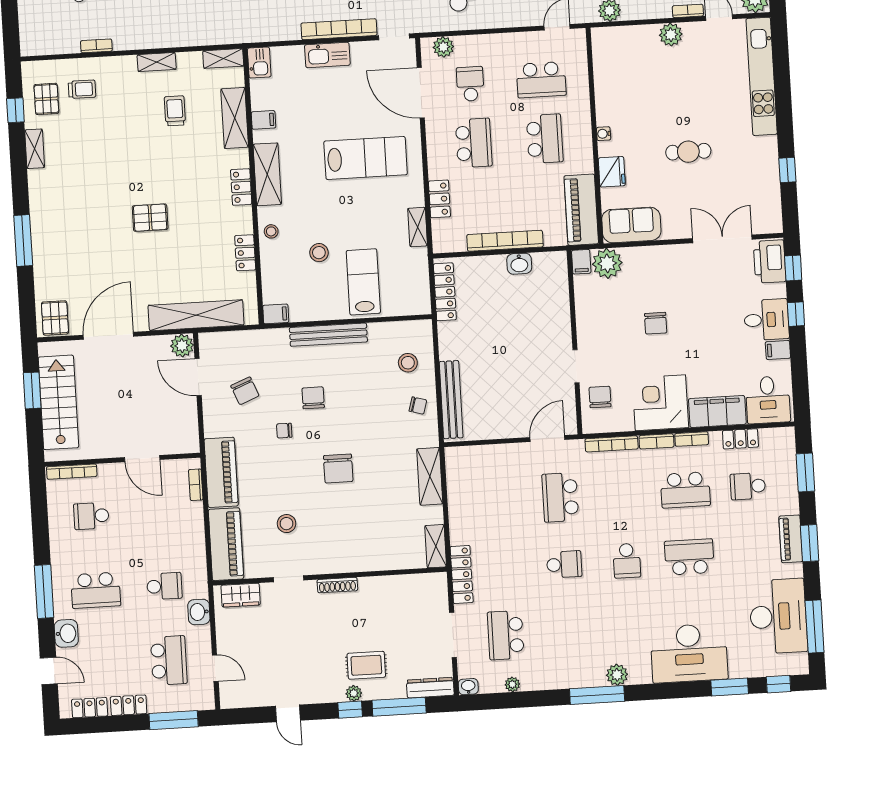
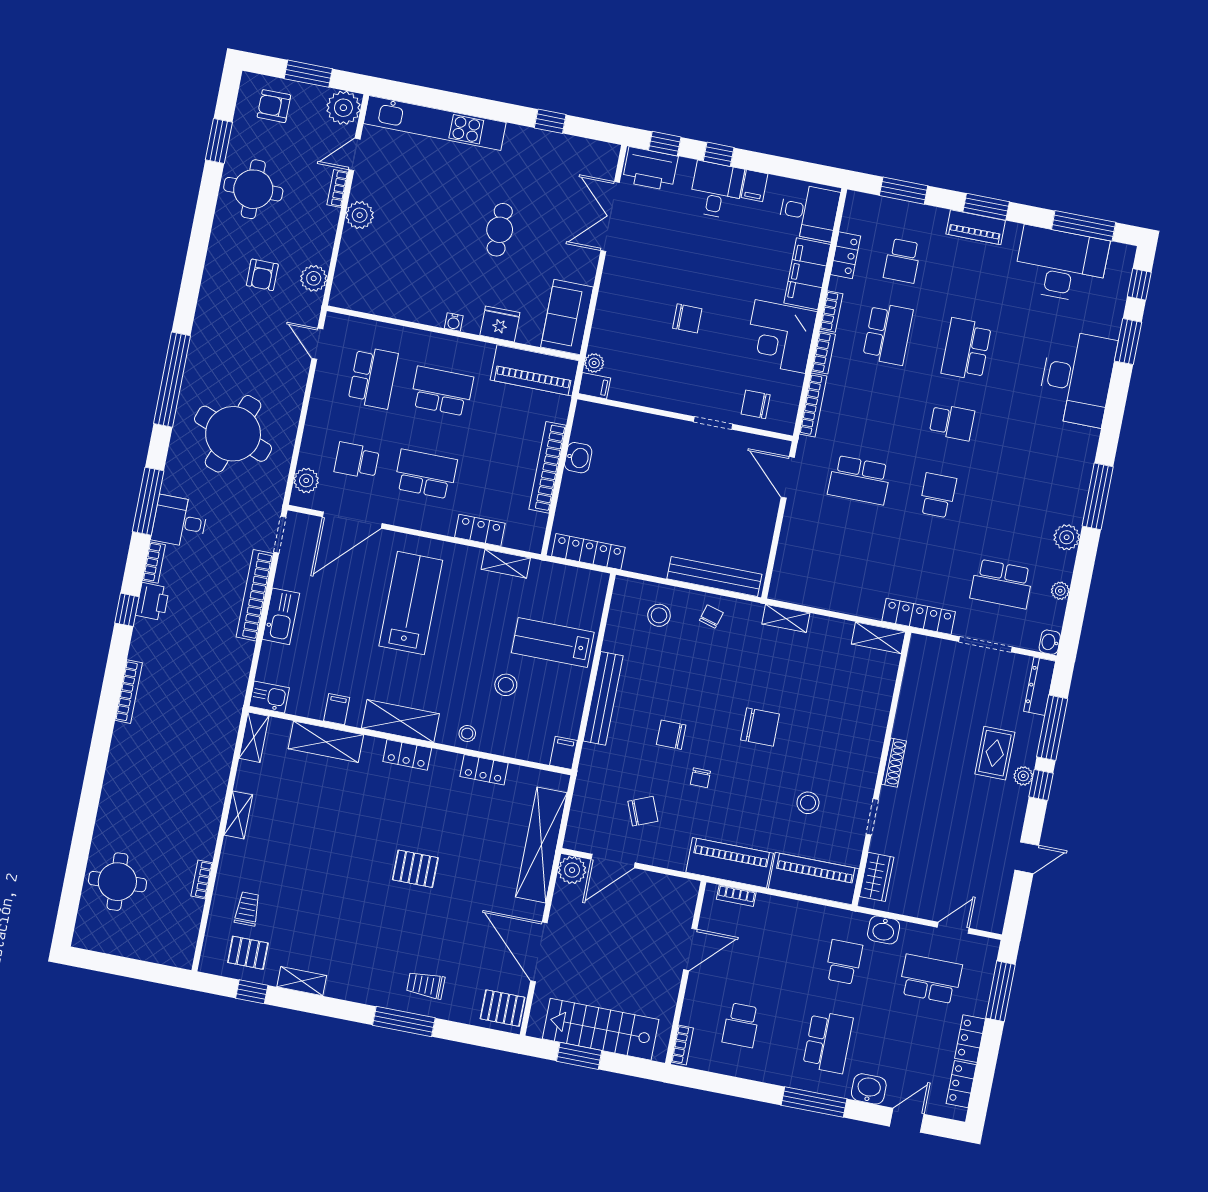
trolley: (175, 111) -> (426, 985), moved
pallet: (150, 218) -> (415, 869), turned 90
plant: (607, 263) -> (594, 363), width x0.53, depth x0.53
bookcase: (72, 472) -> (682, 1045), width x0.64
shelving: (430, 476) -> (786, 618), width x0.67, depth x0.75
plant: (617, 675) -> (1067, 537), moved

